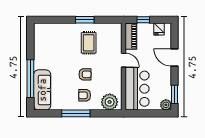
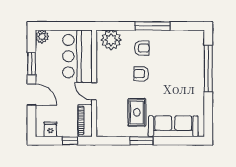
sofa: (42, 90) -> (173, 126), moved, turned 90
window: (175, 94) -> (32, 64), moved

